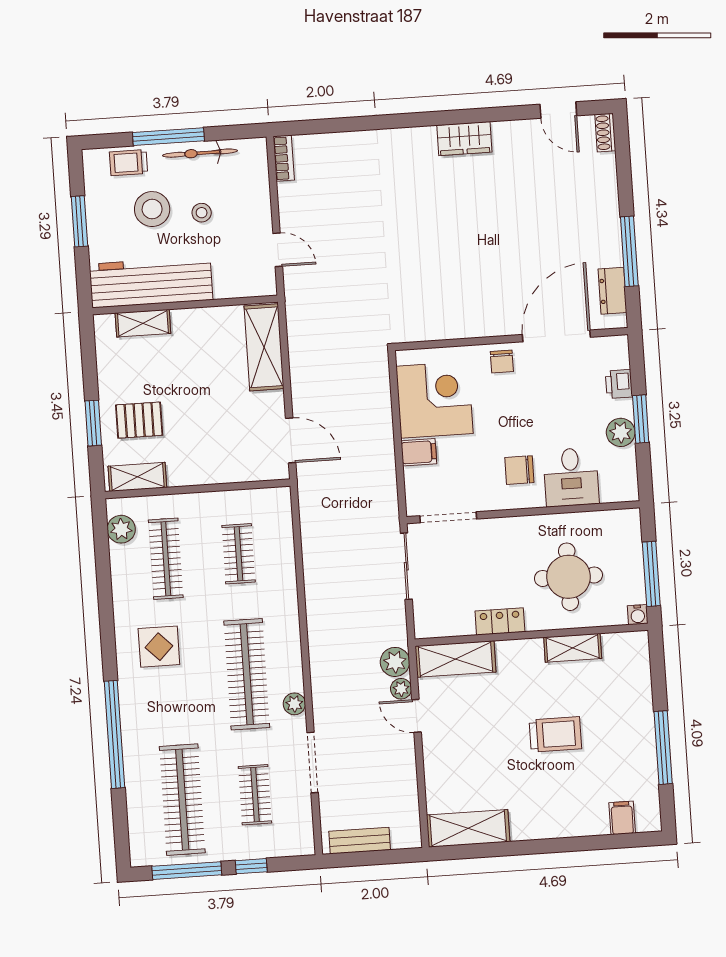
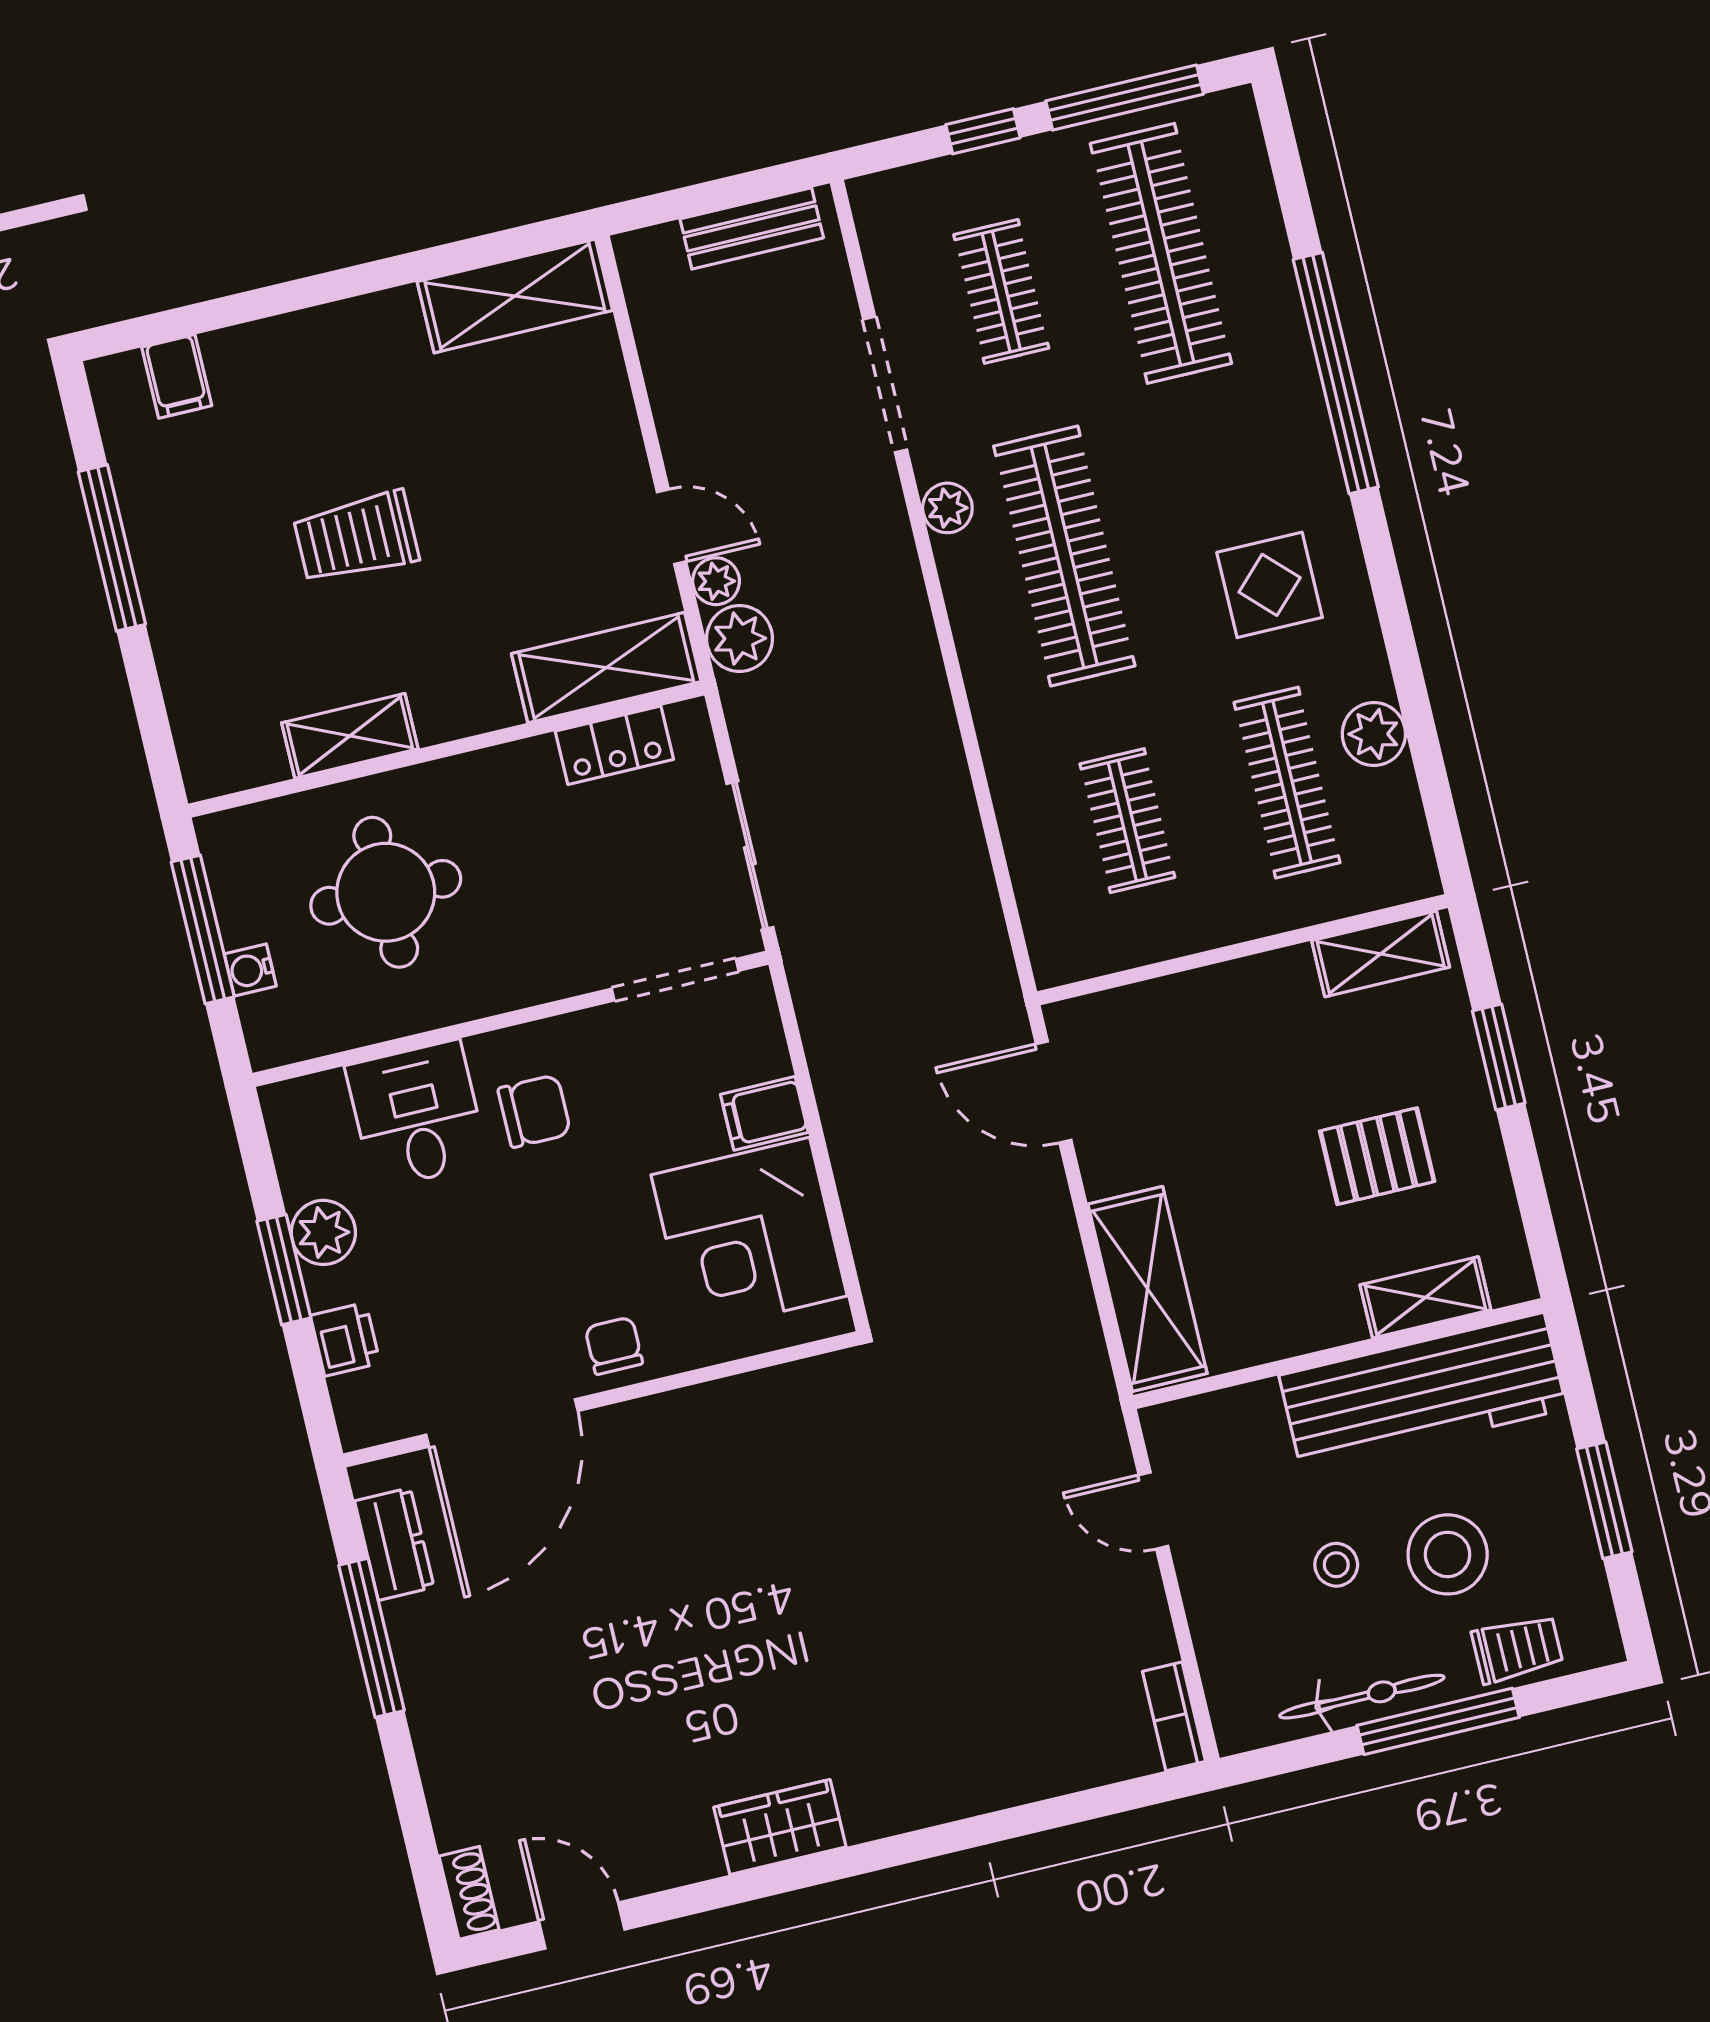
pallet: (139, 420) -> (1377, 1156), moved
plant: (121, 529) -> (1374, 734), moved
water cooler: (638, 615) -> (250, 970), moved, turned -90
locker: (500, 621) -> (614, 745), moved

